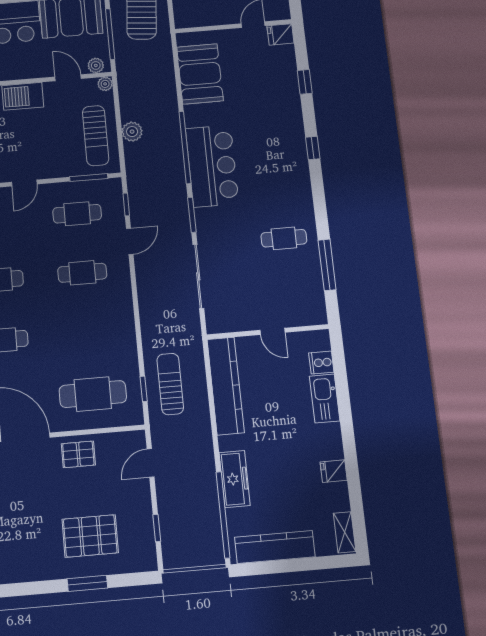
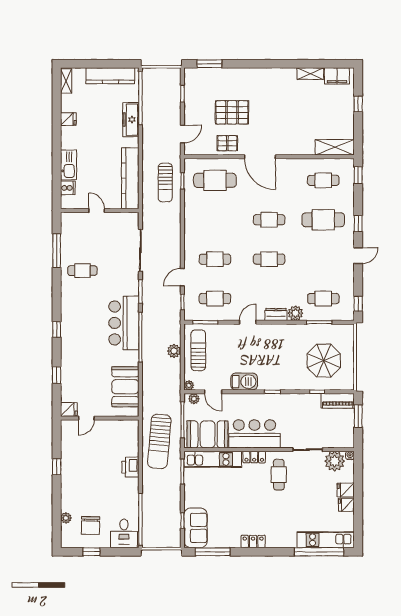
pallet: (90, 536) -> (232, 112), moved
window: (87, 583) -> (209, 64), moved

